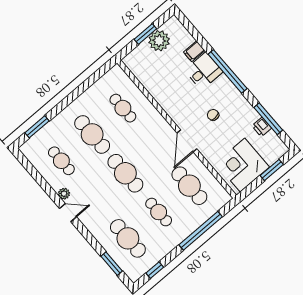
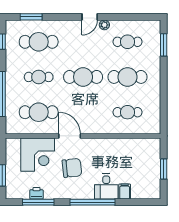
plant: (159, 41) -> (152, 174), removed
chair: (213, 115) -> (72, 168), width x1.87, depth x1.87
corner desk: (243, 165) -> (38, 155), moved, turned 90

